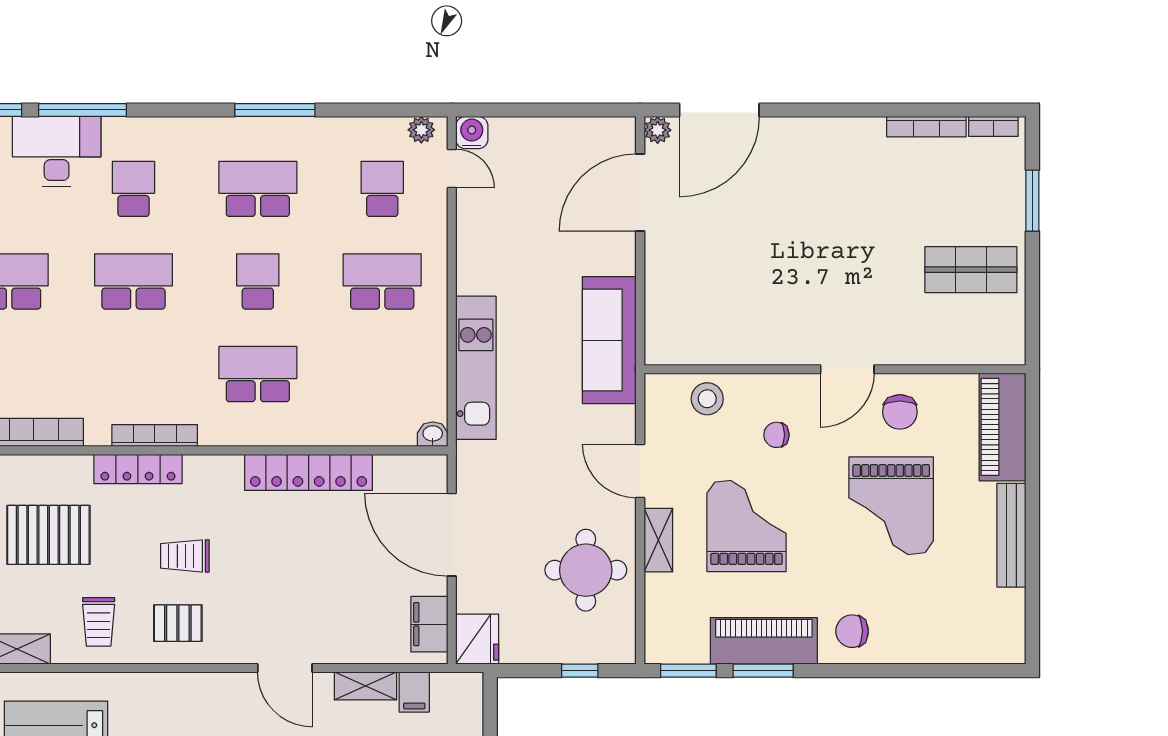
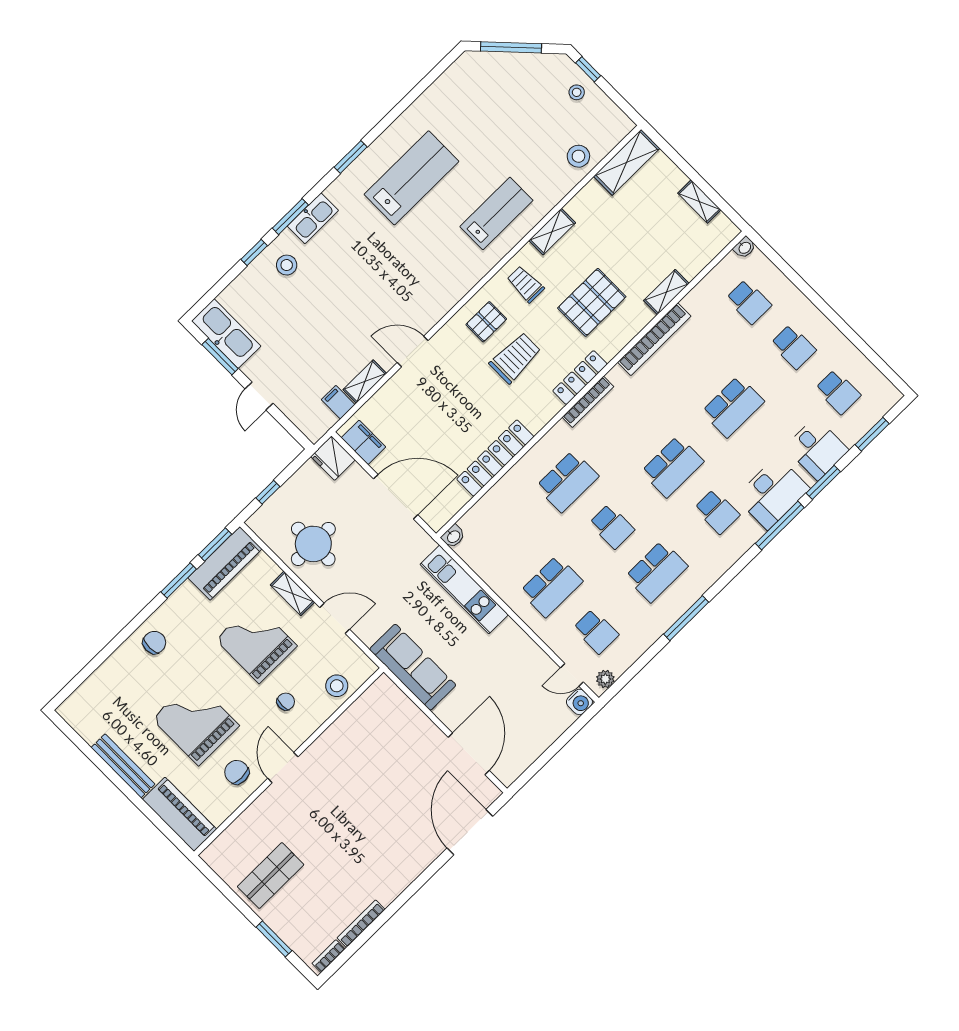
plant: (658, 130) -> (490, 793), removed
grand piano: (746, 526) -> (256, 643), turned 180
trolley: (185, 556) -> (515, 358), width x1.36, depth x1.39
piano: (764, 641) -> (225, 563), moved

